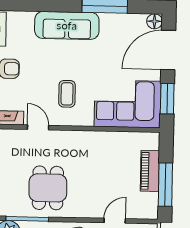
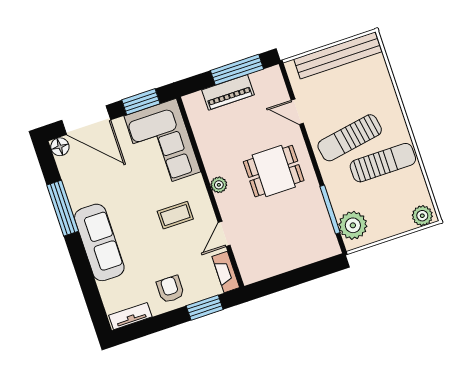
plant: (79, 137) -> (219, 185), added
dining table: (48, 188) -> (274, 171), moved

